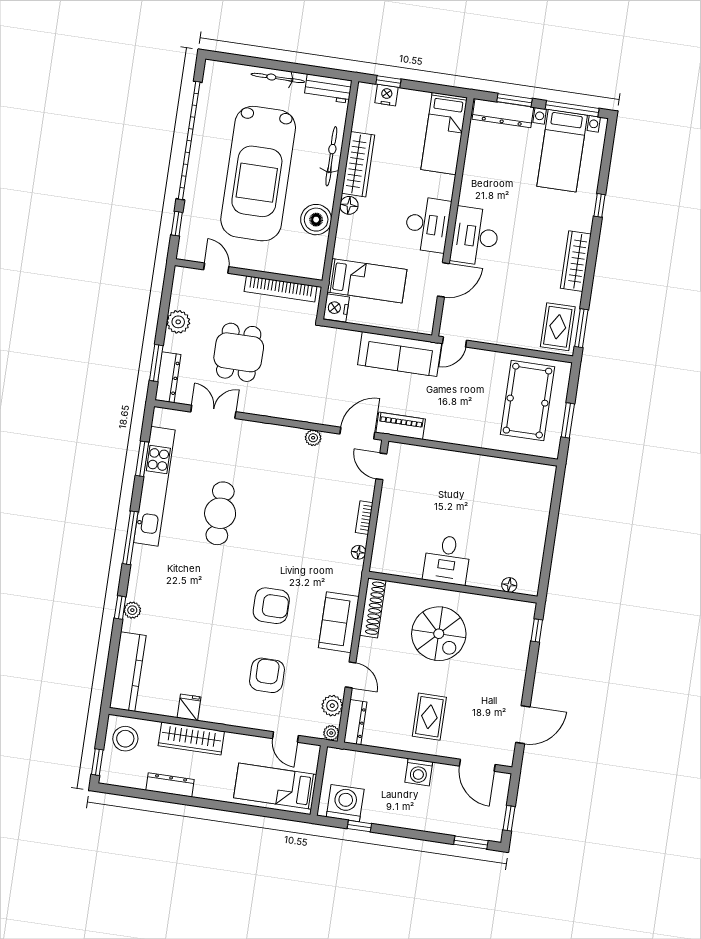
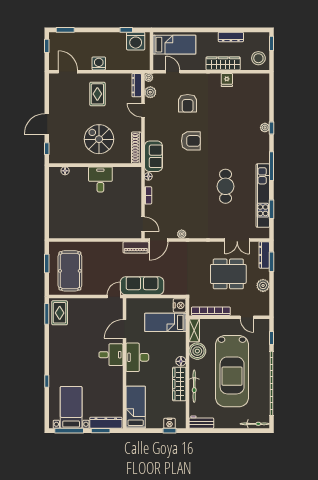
bicycle: (278, 78) -> (255, 424), moved
car: (258, 174) -> (232, 371), turned 180
desk: (475, 236) -> (111, 355), width x0.73
shelving: (316, 258) -> (194, 330), added
wardrobe: (576, 261) -> (55, 349), removed
dining table: (239, 352) -> (228, 274), width x1.38
armchair: (271, 606) -> (191, 141), turned 180
sofa: (339, 622) -> (153, 156), moved
kitchen counter: (128, 672) -> (262, 94), removed
door: (523, 725) -> (47, 124), moved

